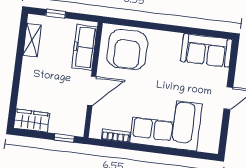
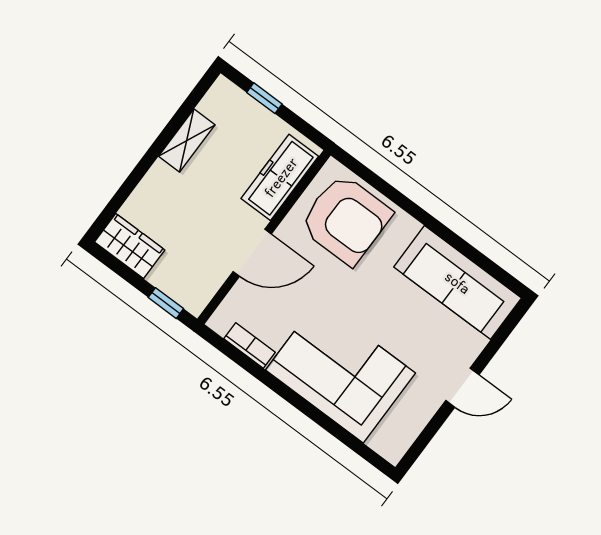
shelving: (32, 40) -> (187, 141), moved
armchair: (127, 50) -> (346, 219), turned -90
sofa: (206, 50) -> (458, 282), width x1.36

